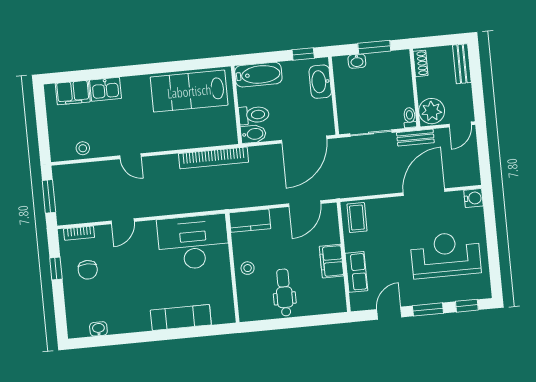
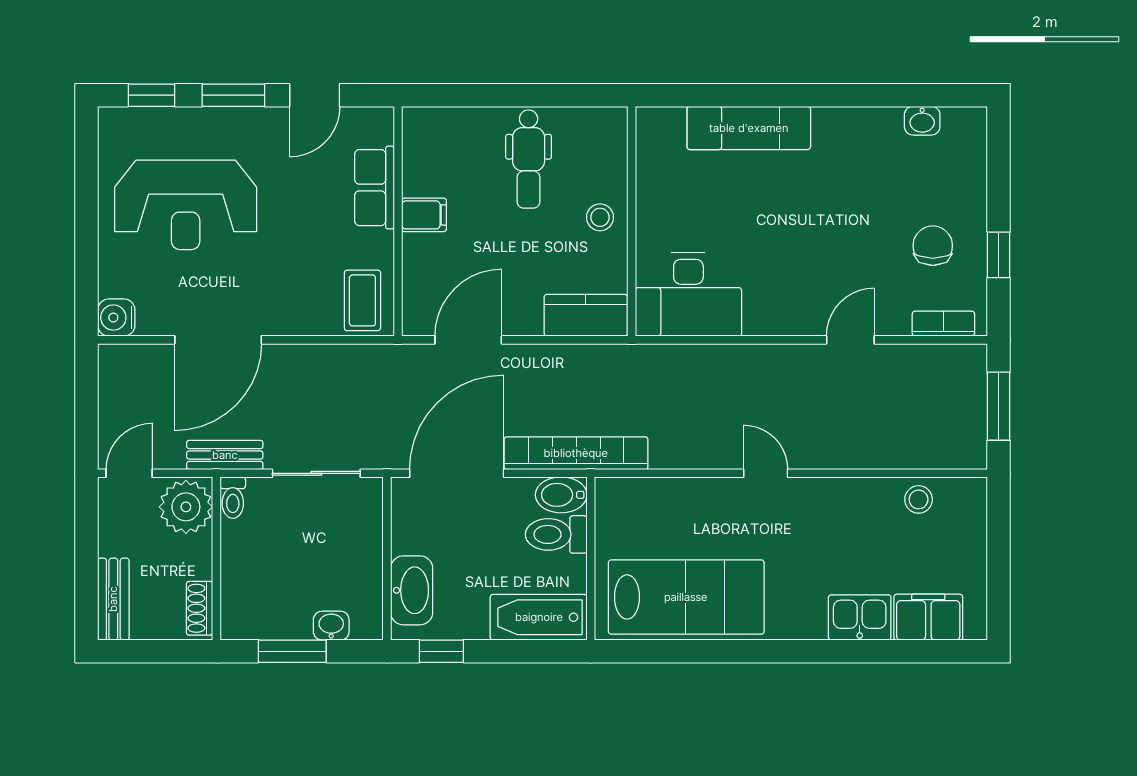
door: (130, 156) -> (766, 473), moved
bookcase: (213, 158) -> (576, 453), moved
desk: (193, 242) -> (688, 294), width x0.73, depth x0.77
filing cabinet: (332, 261) -> (424, 215), width x0.50

